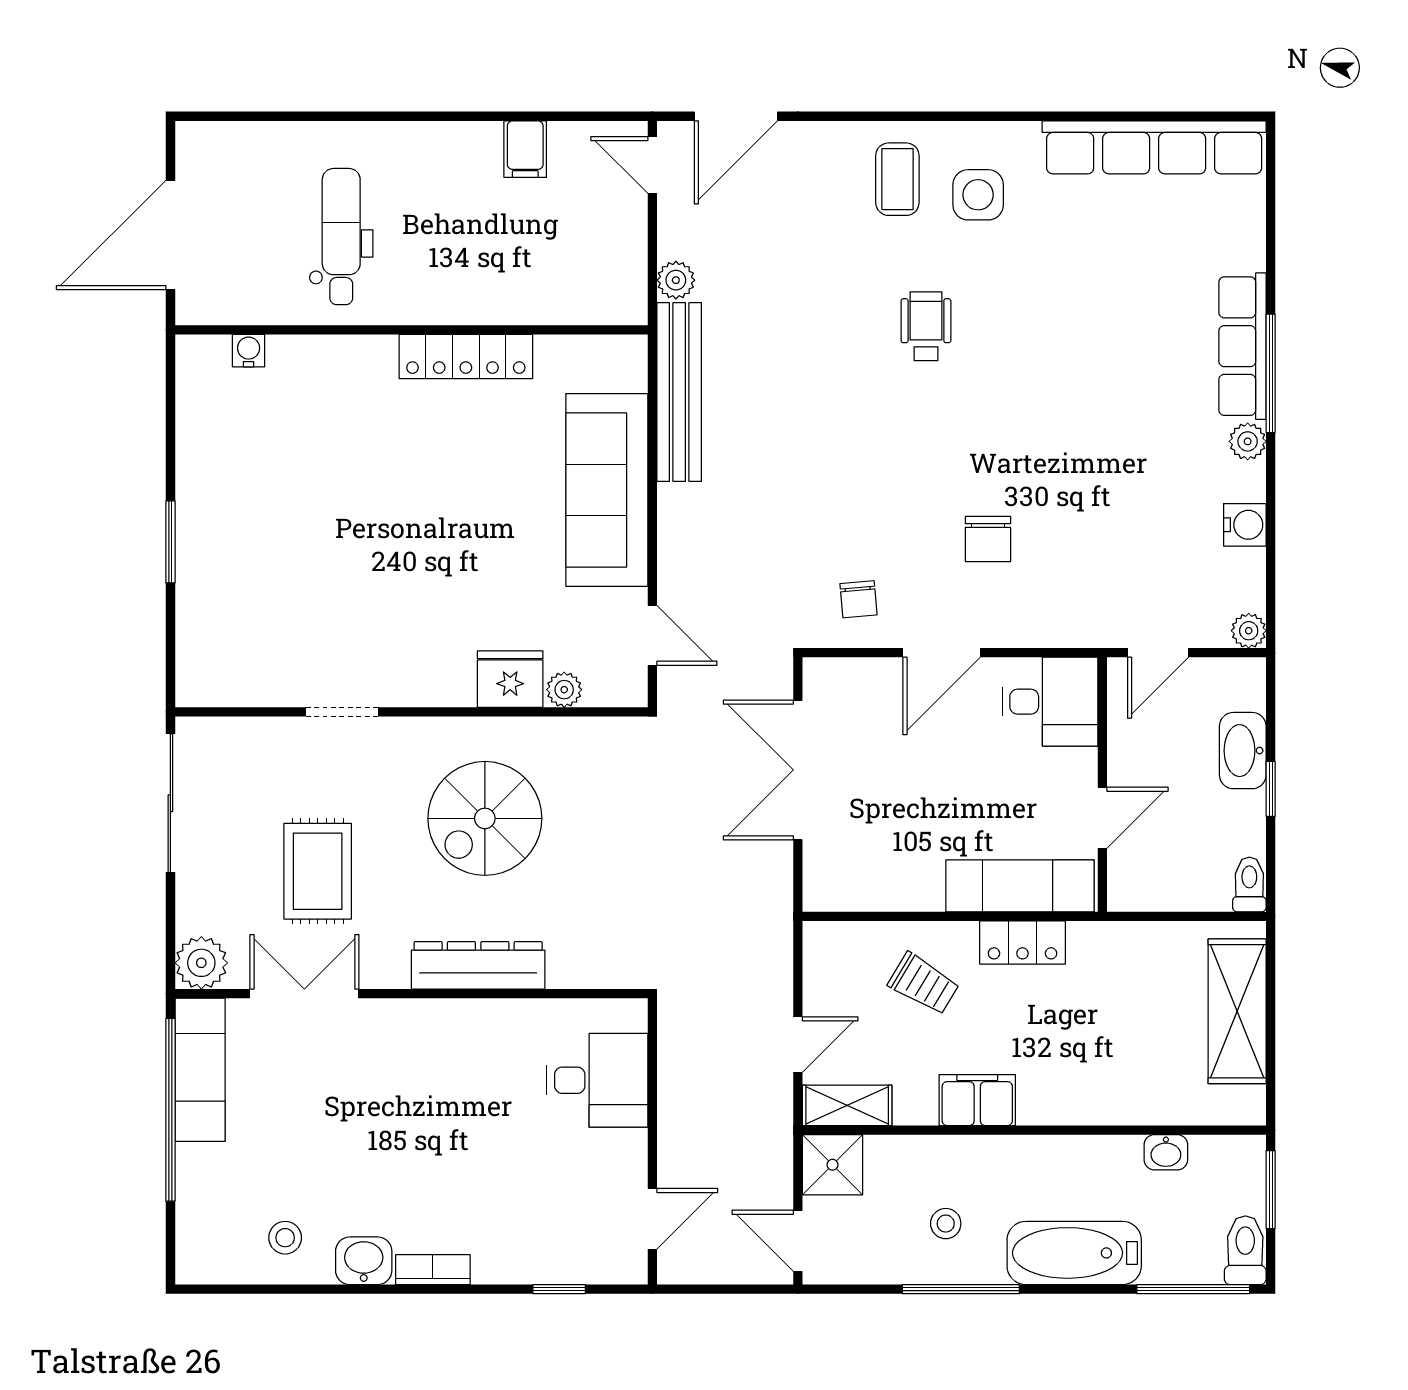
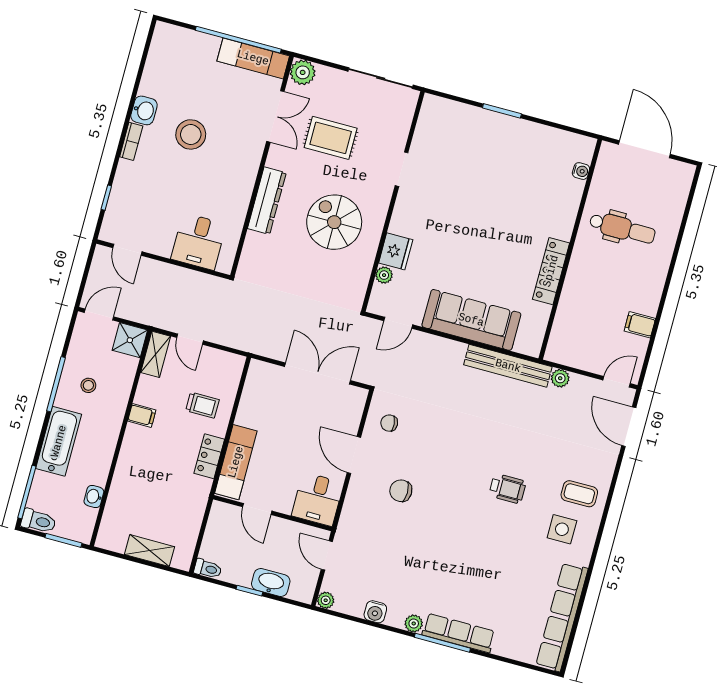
trolley: (924, 984) -> (202, 405), turned -121
shelving: (1237, 1011) -> (150, 551), width x0.67, depth x0.75
filing cabinet: (977, 1100) -> (142, 415), width x0.50
stool: (285, 1238) -> (191, 134), moved, width x1.89, depth x1.89

